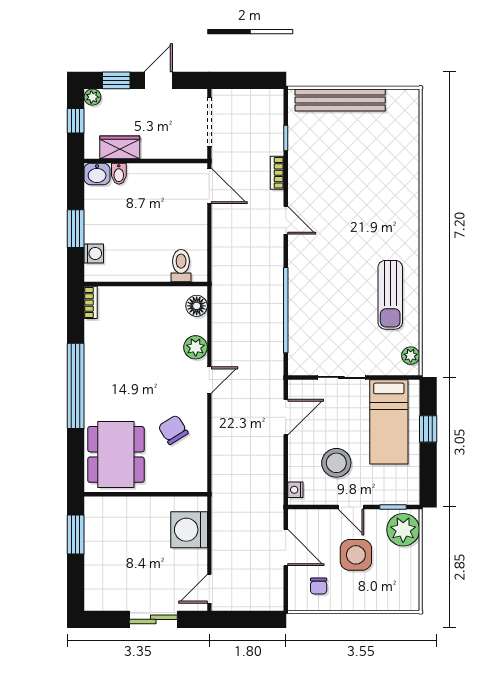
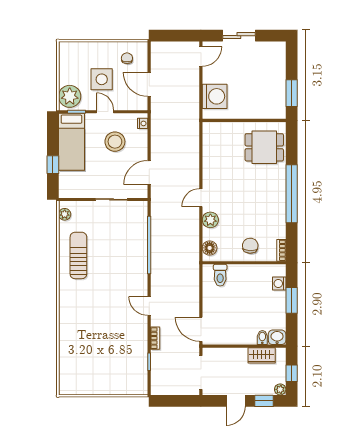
bench: (340, 100) -> (112, 387), removed
bed: (389, 422) -> (71, 142), moved, turned 180
chair: (173, 430) -> (250, 246), moved, turned -145
dining table: (116, 454) -> (264, 147), width x0.73

